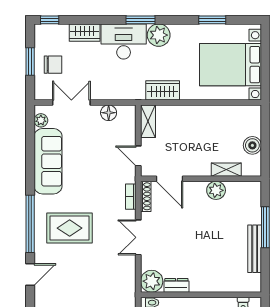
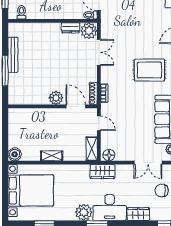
wardrobe: (163, 90) -> (102, 172), moved
floor lamp: (109, 113) -> (109, 155), moved
boiler: (252, 145) -> (15, 154), moved
shelving: (226, 170) -> (52, 156), moved
plant: (216, 190) -> (56, 98), moved
double door: (138, 237) -> (99, 52), moved

